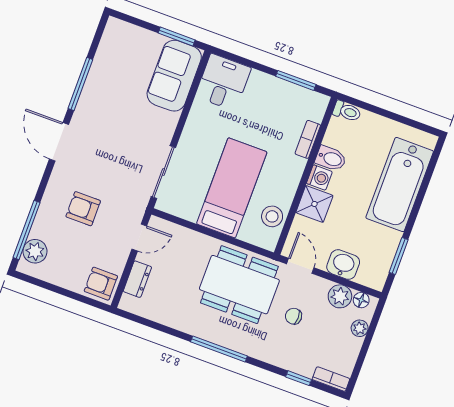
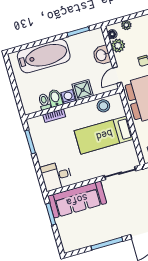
sofa: (174, 76) -> (77, 200), width x1.36
toilet: (347, 111) -> (44, 102), moved

